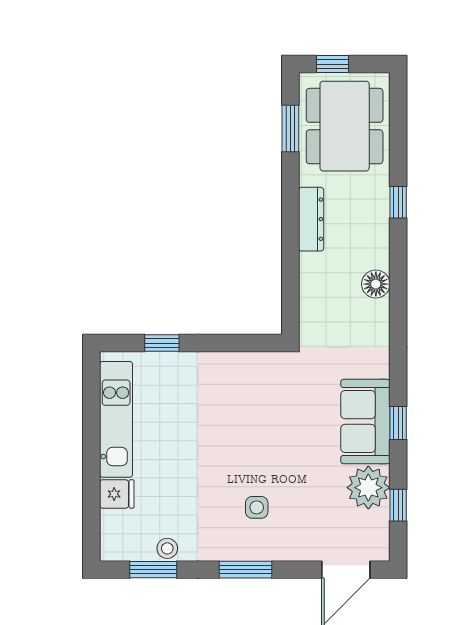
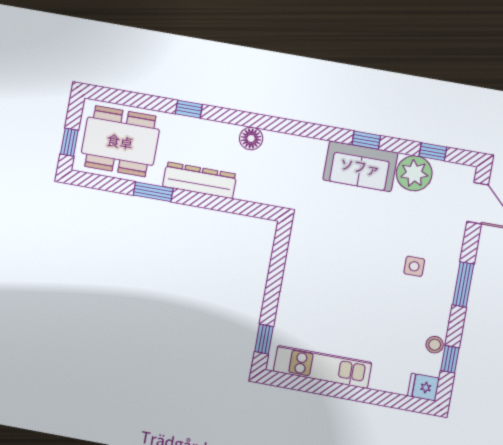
window: (290, 128) -> (153, 192), moved
dresser: (311, 219) -> (200, 180), width x1.37, depth x1.24
window: (162, 343) -> (264, 339), moved
fridge: (117, 494) -> (423, 387), moved, turned -90
window: (153, 570) -> (450, 359), width x0.67

